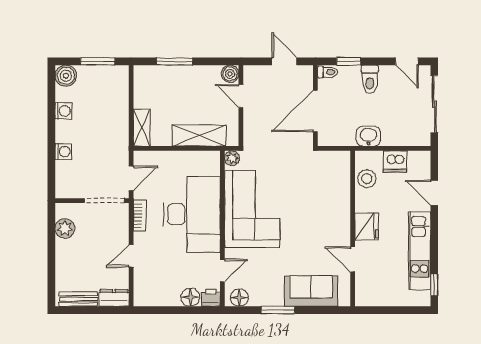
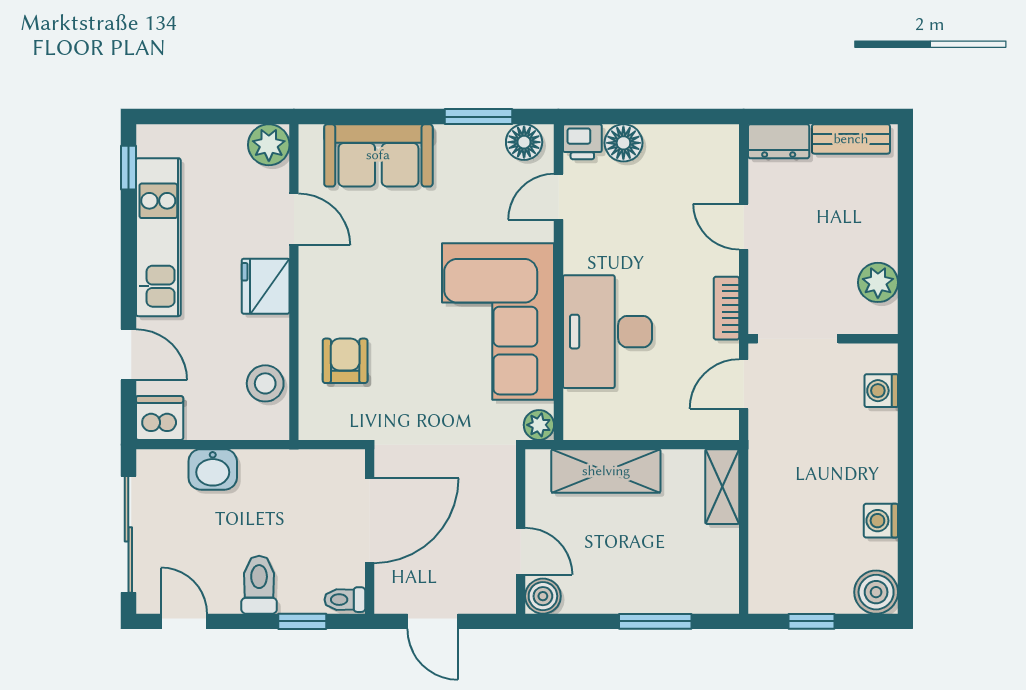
window: (98, 61) -> (812, 621), width x0.67
washbasin: (368, 136) -> (213, 469), moved
washing machine: (63, 152) -> (881, 391), moved
dishwasher: (395, 162) -> (160, 418), moved
armchair: (327, 190) -> (345, 361), added
desk: (192, 214) -> (607, 332), width x0.73, depth x0.77
door: (131, 256) -> (744, 227), swing flipped
plant: (365, 296) -> (269, 145), added
window: (278, 310) -> (479, 117), moved

